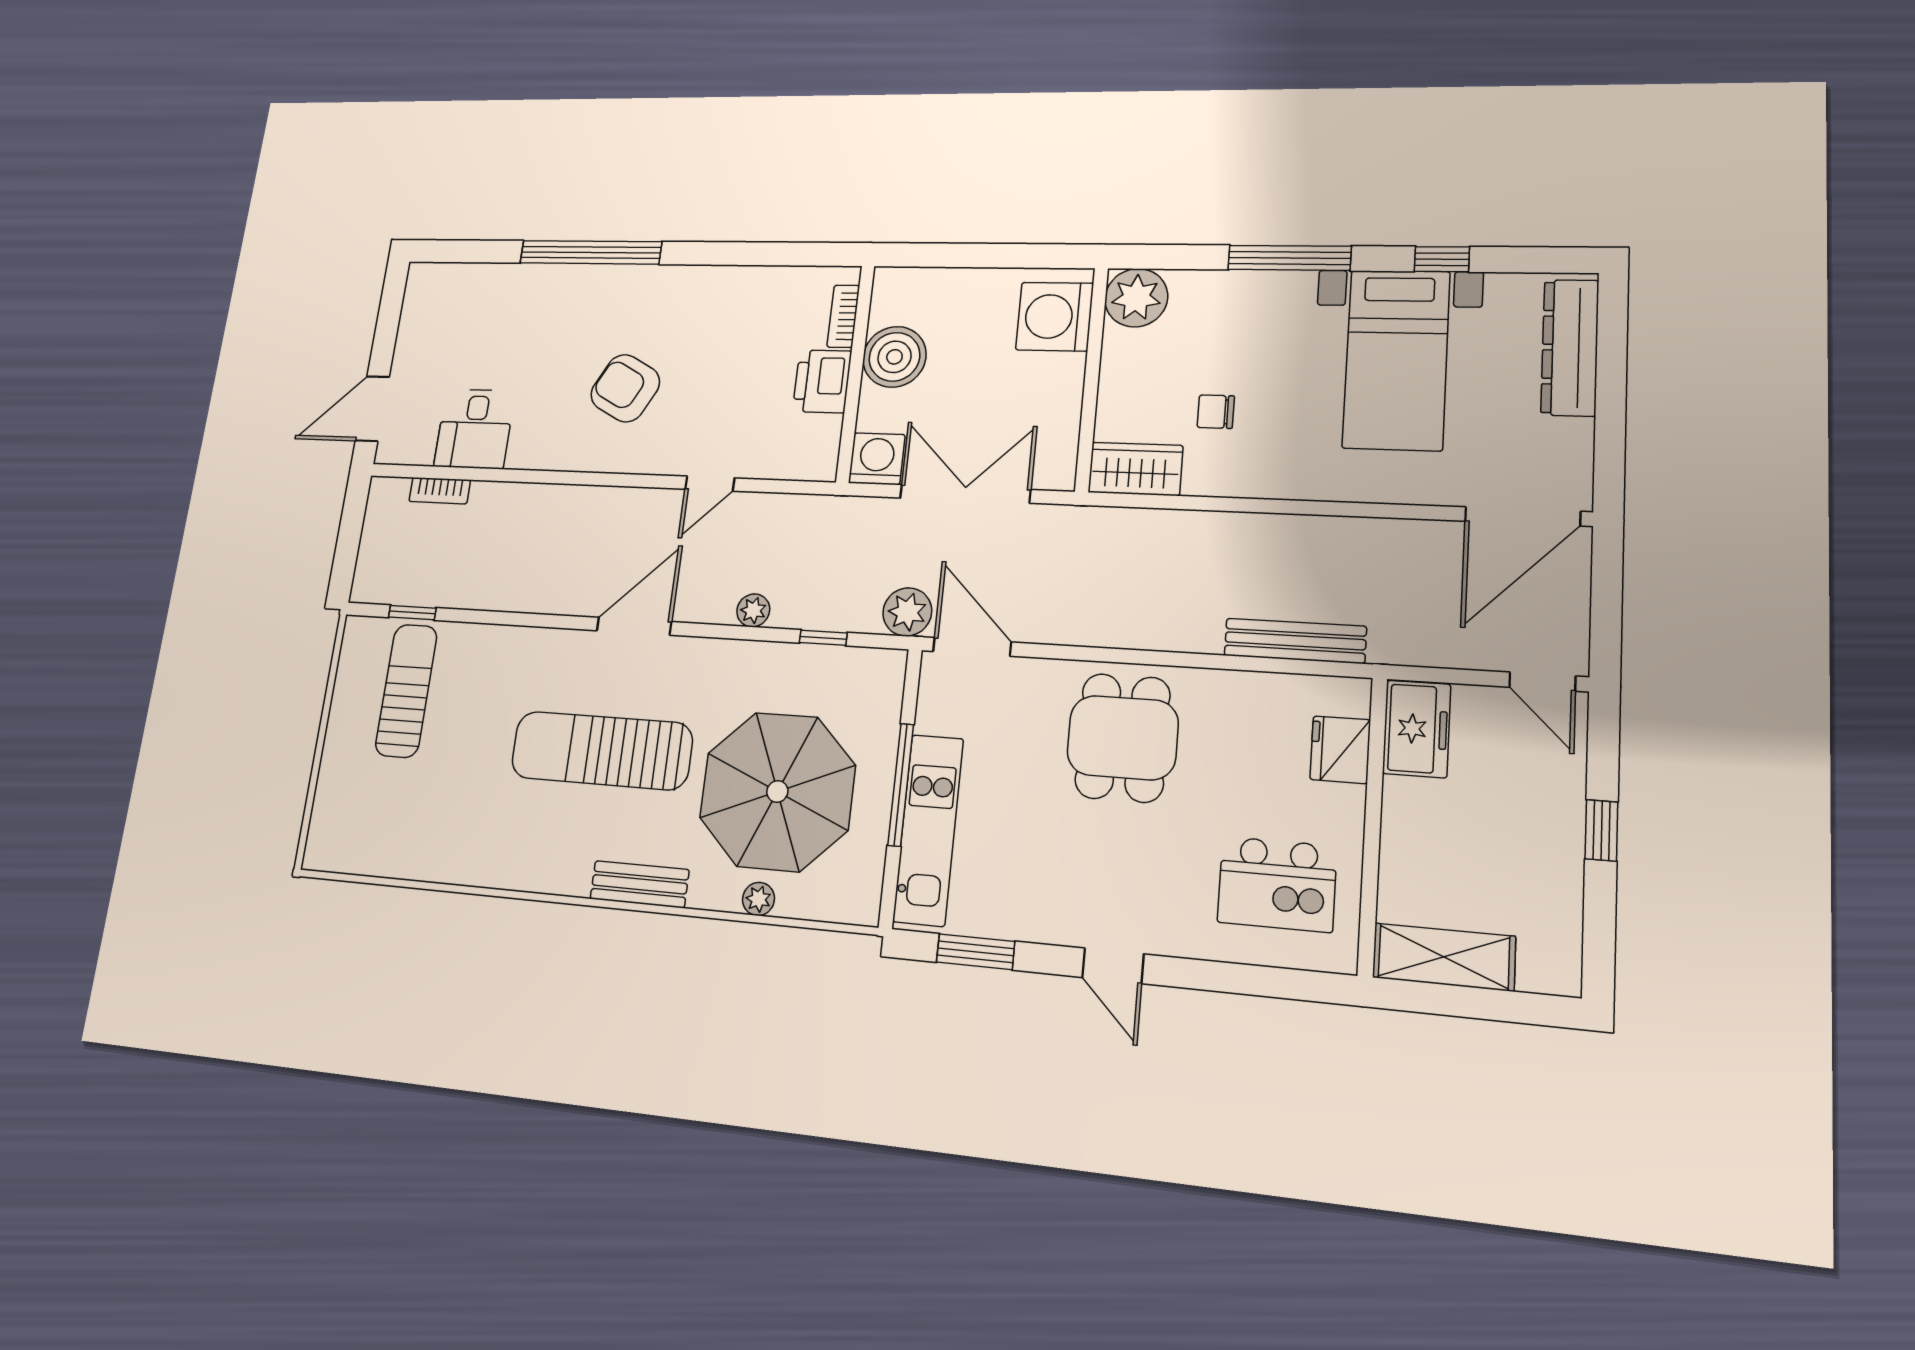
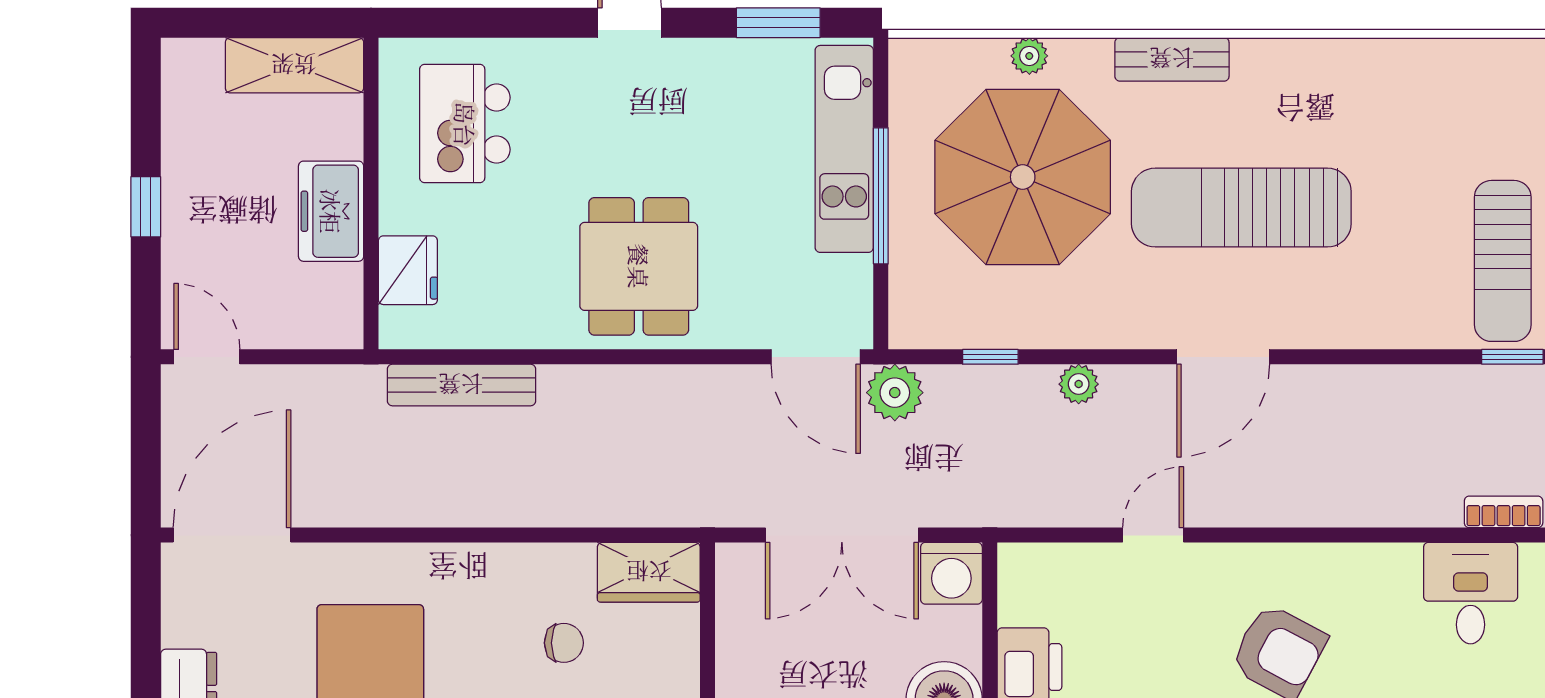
freezer: (1417, 729) -> (331, 211), moved
sun lounger: (602, 750) -> (1241, 208), turned 180
kitchen island: (1277, 884) -> (465, 124), turned -90

